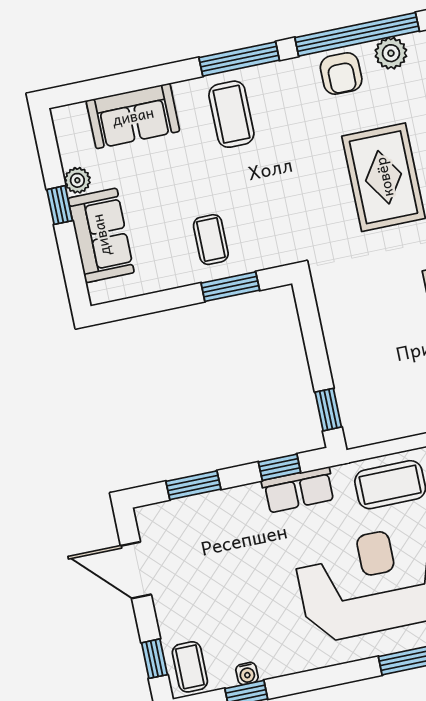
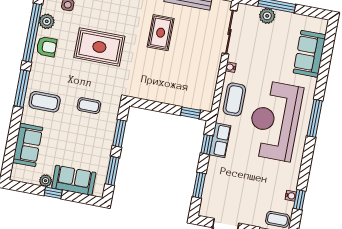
coffee table: (211, 240) -> (89, 106), moved
window: (151, 303) -> (112, 171), added

